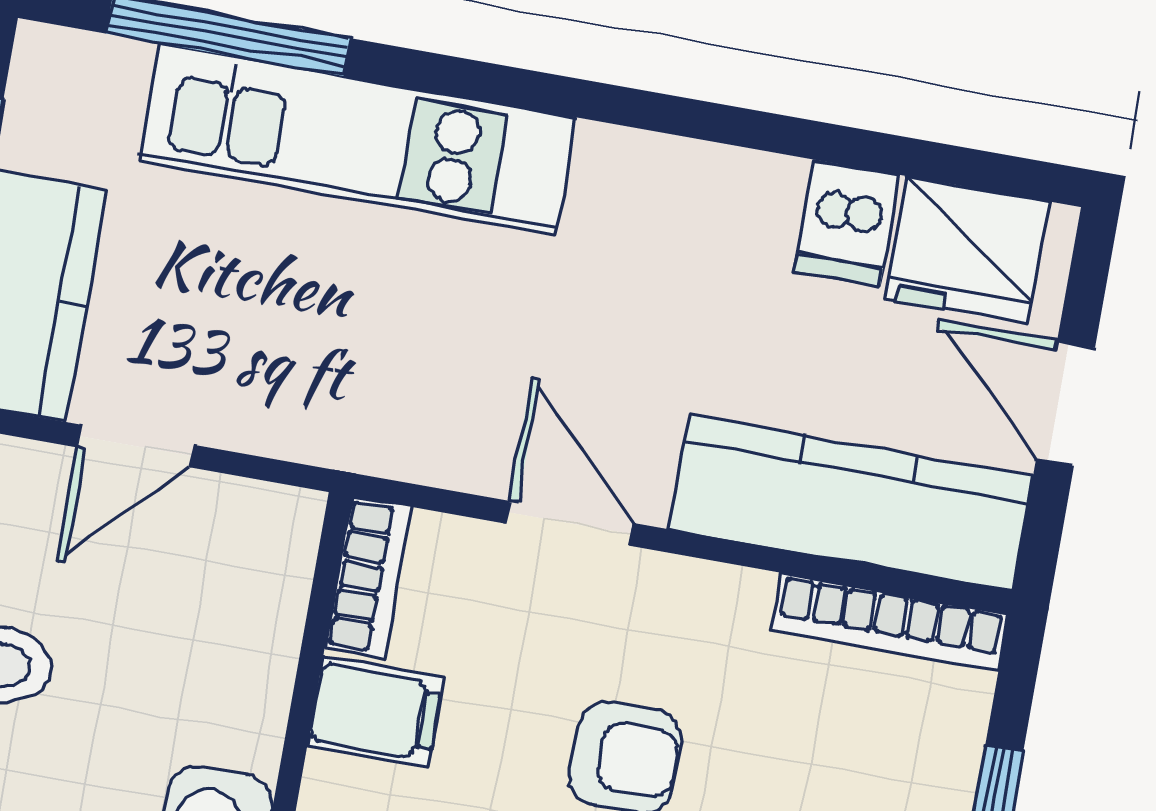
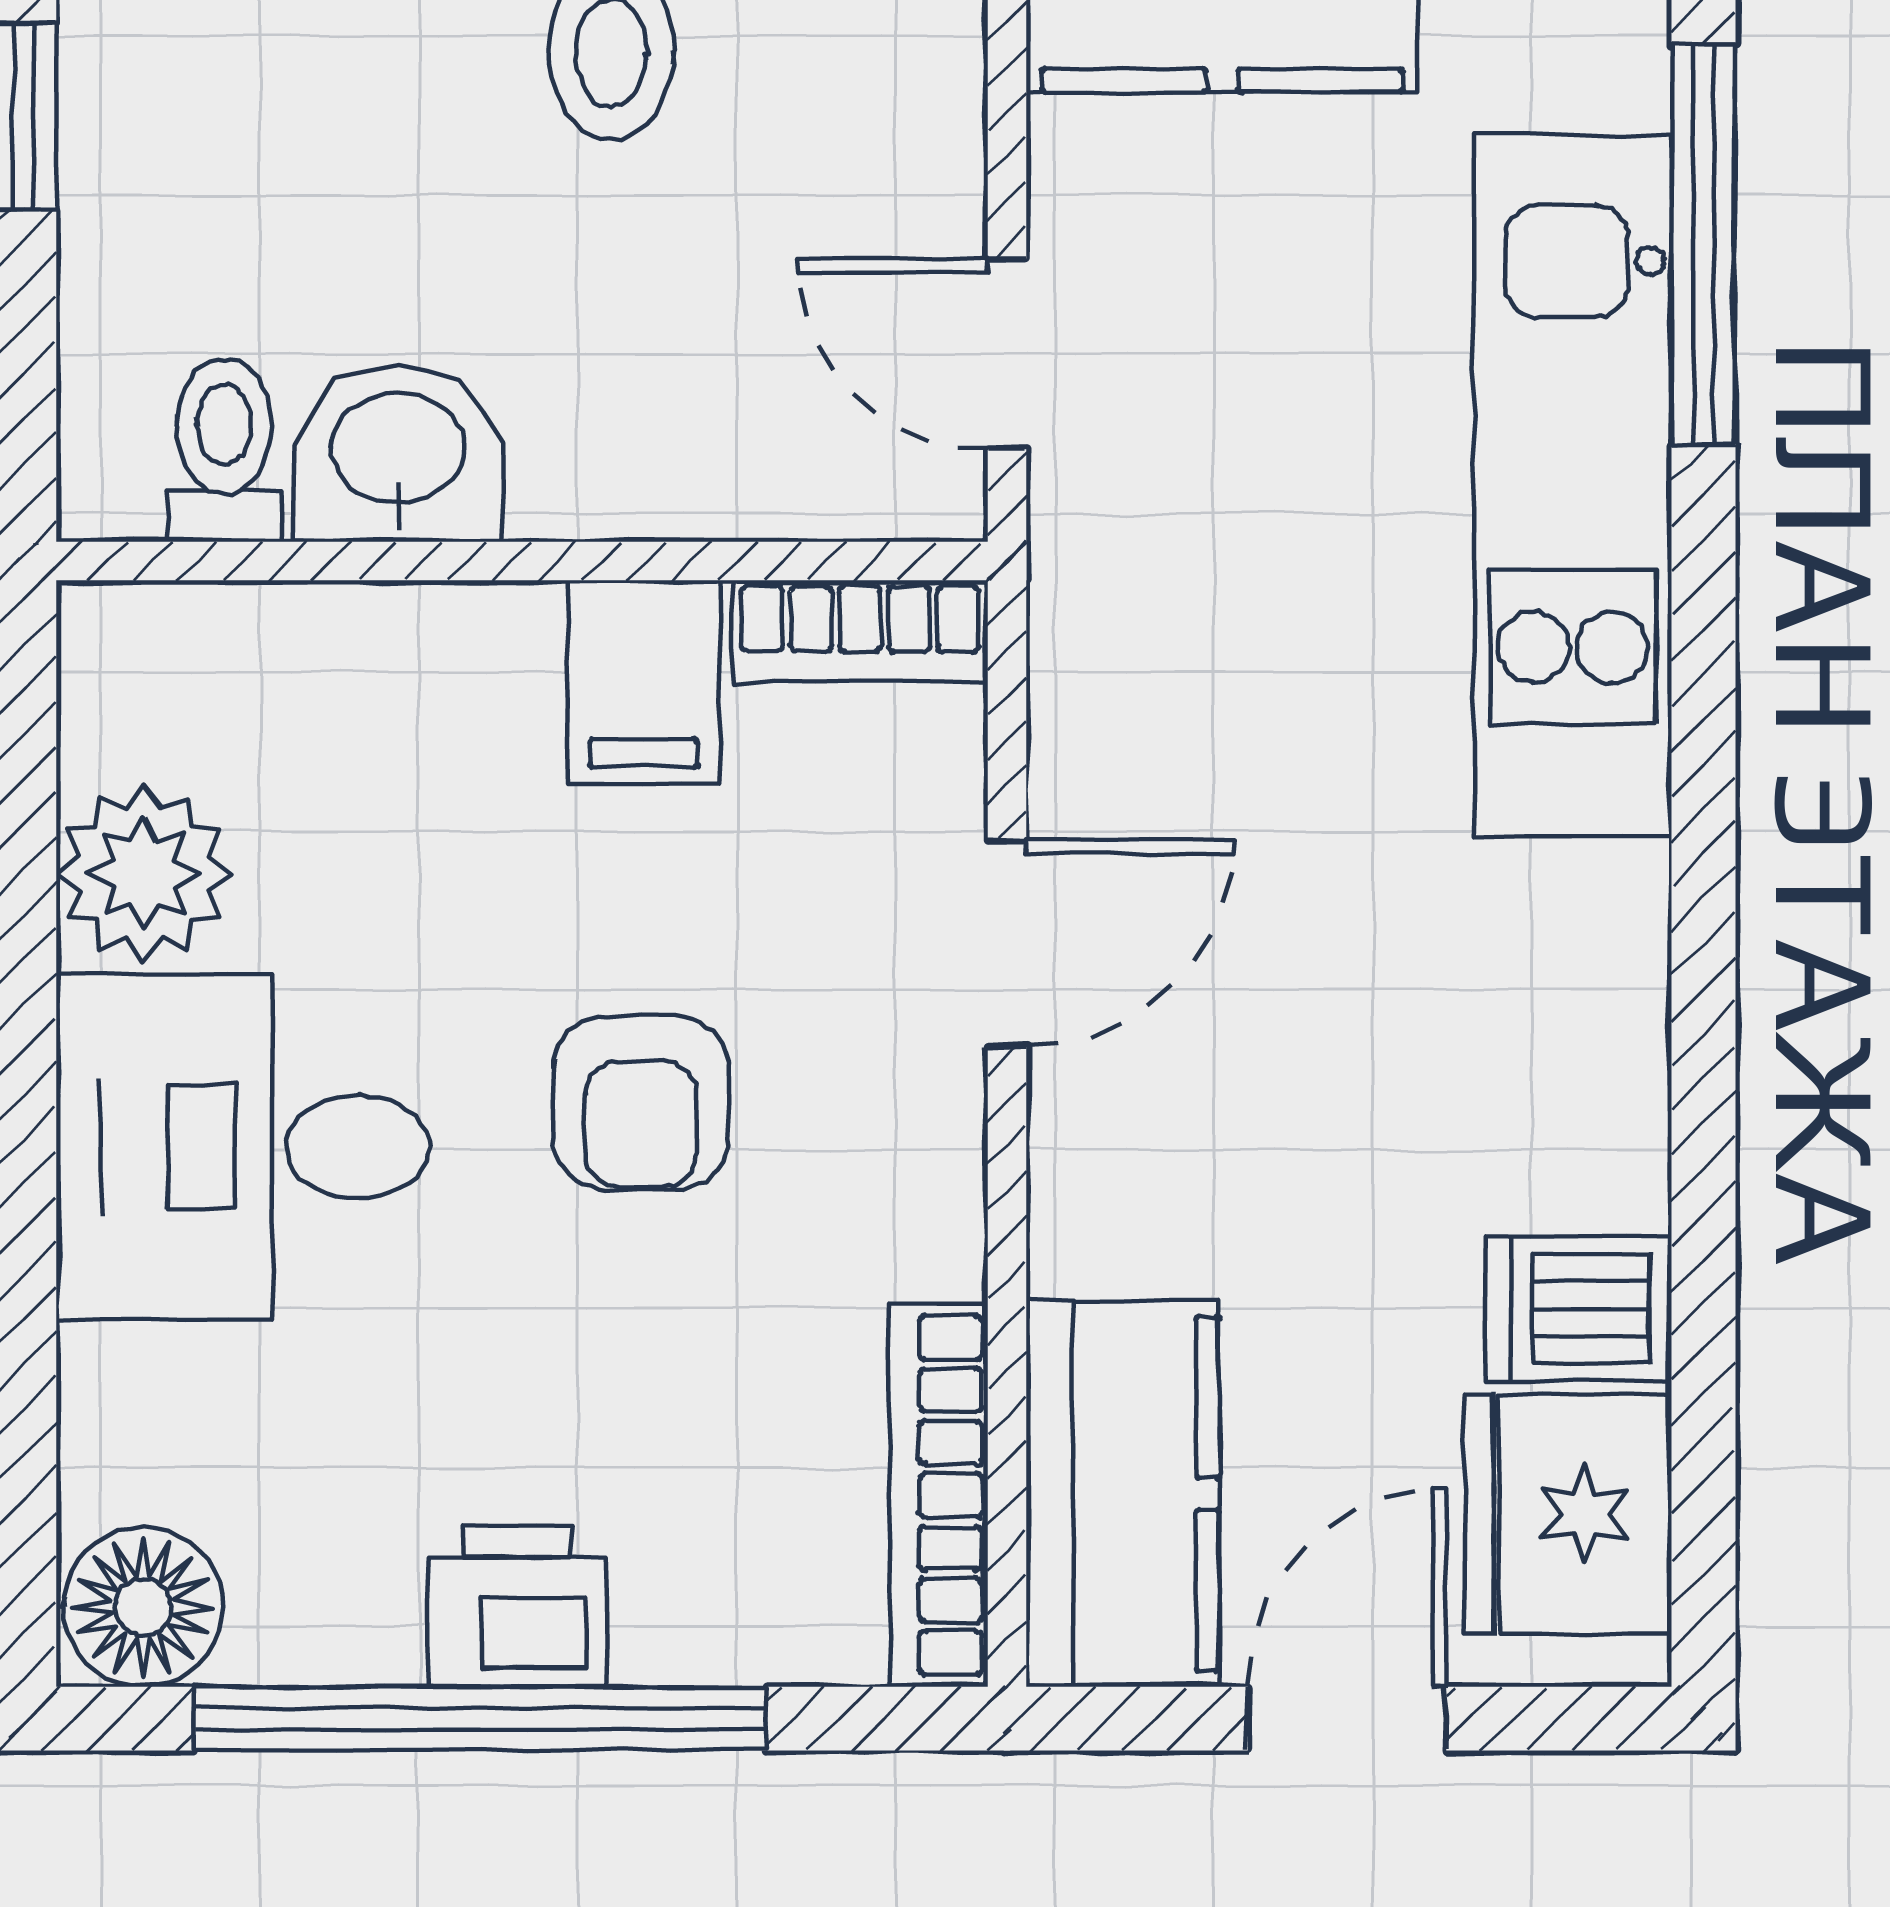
door: (135, 446) -> (1007, 354), moved
kitchen counter: (851, 503) -> (1123, 1494), width x0.67

